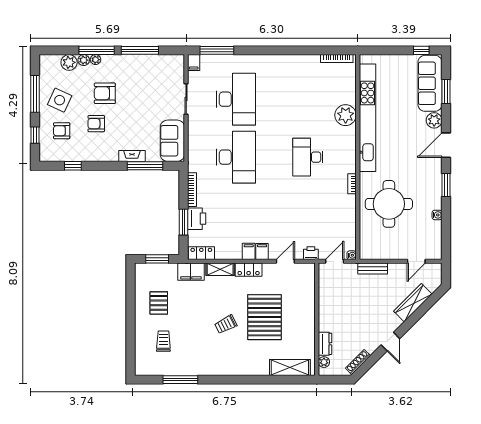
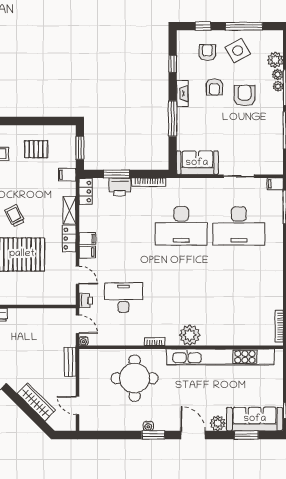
side table: (60, 100) -> (238, 51), turned 36
plant: (346, 115) -> (190, 335), moved
armchair: (96, 124) -> (214, 87), turned 180
fireplace: (132, 156) -> (182, 94), moved
desk: (308, 157) -> (124, 298), moved
window: (145, 166) -> (173, 118), moved
water cooler: (437, 215) -> (148, 426), moved
filing cabinet: (191, 272) -> (67, 175), width x0.50

